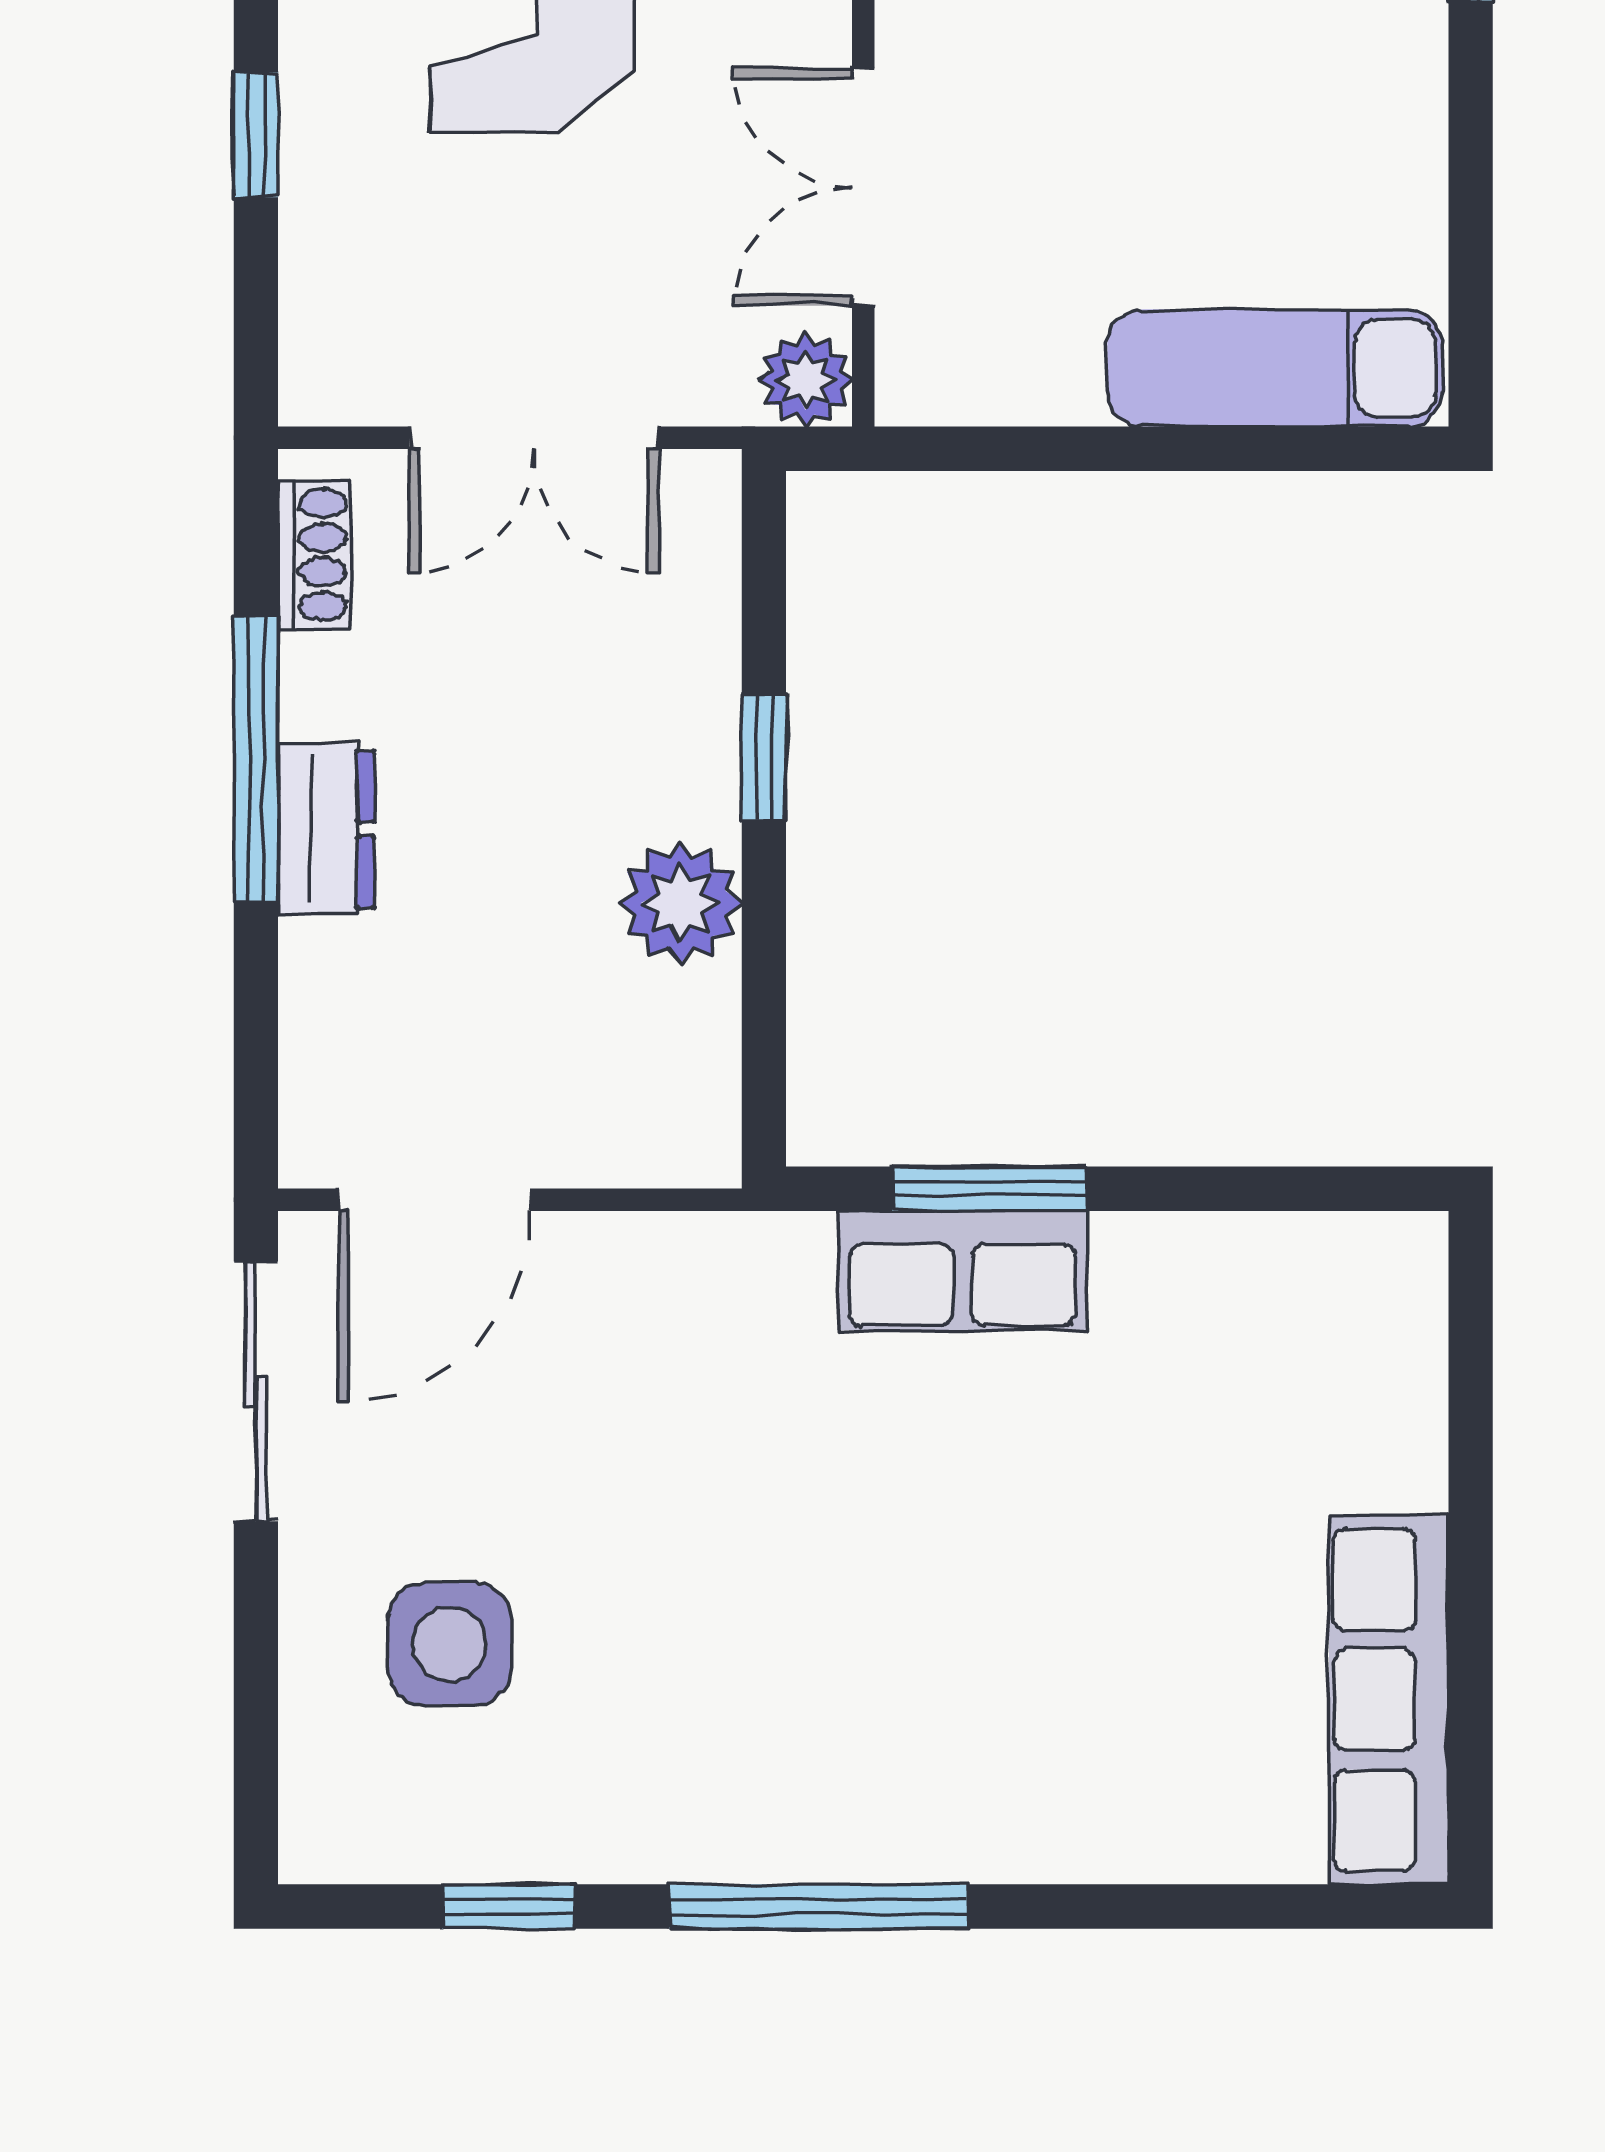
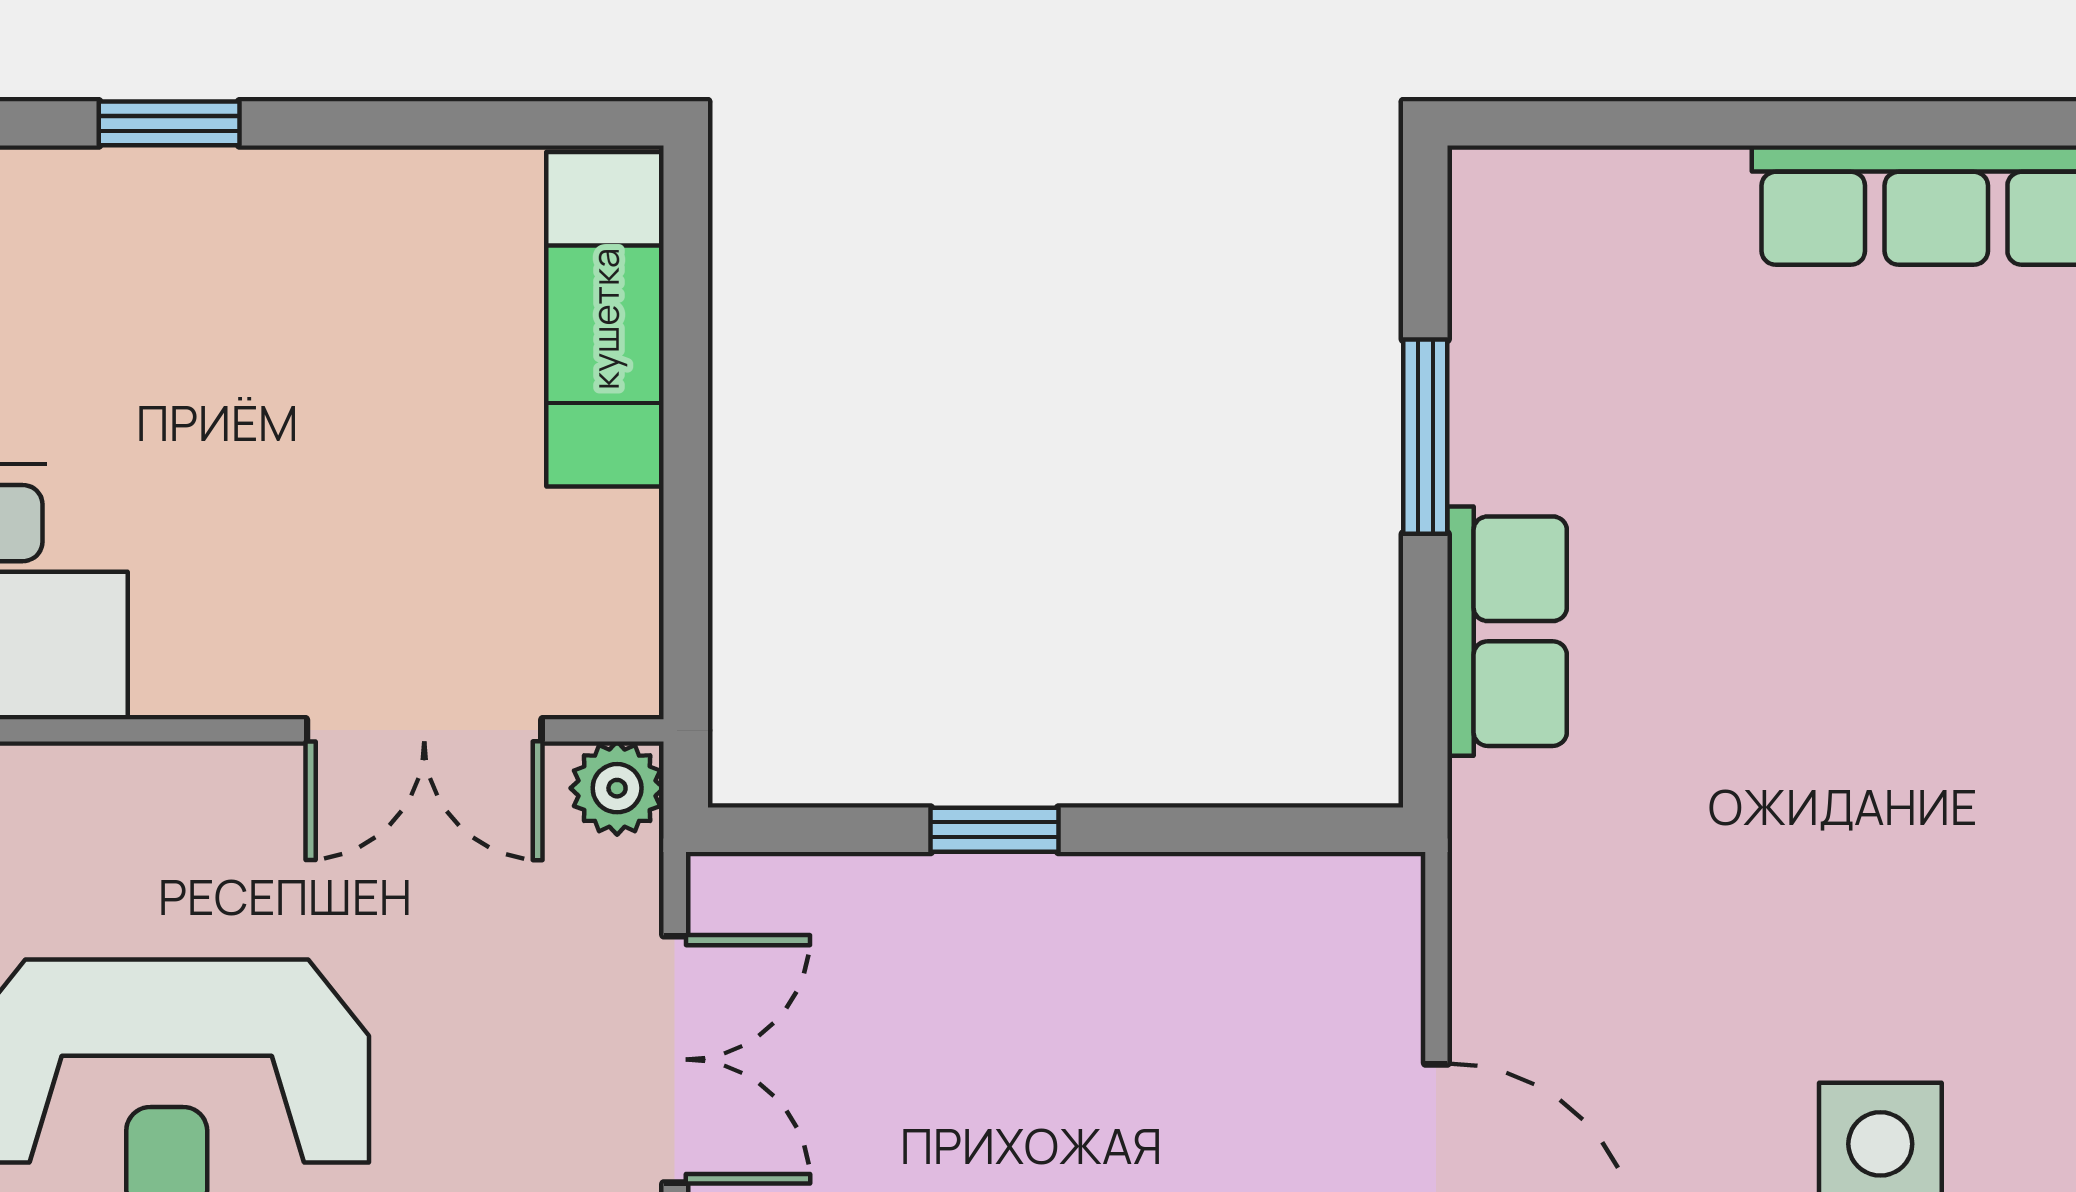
plant: (680, 903) -> (1140, 913), removed
window: (990, 1189) -> (1425, 437), moved

